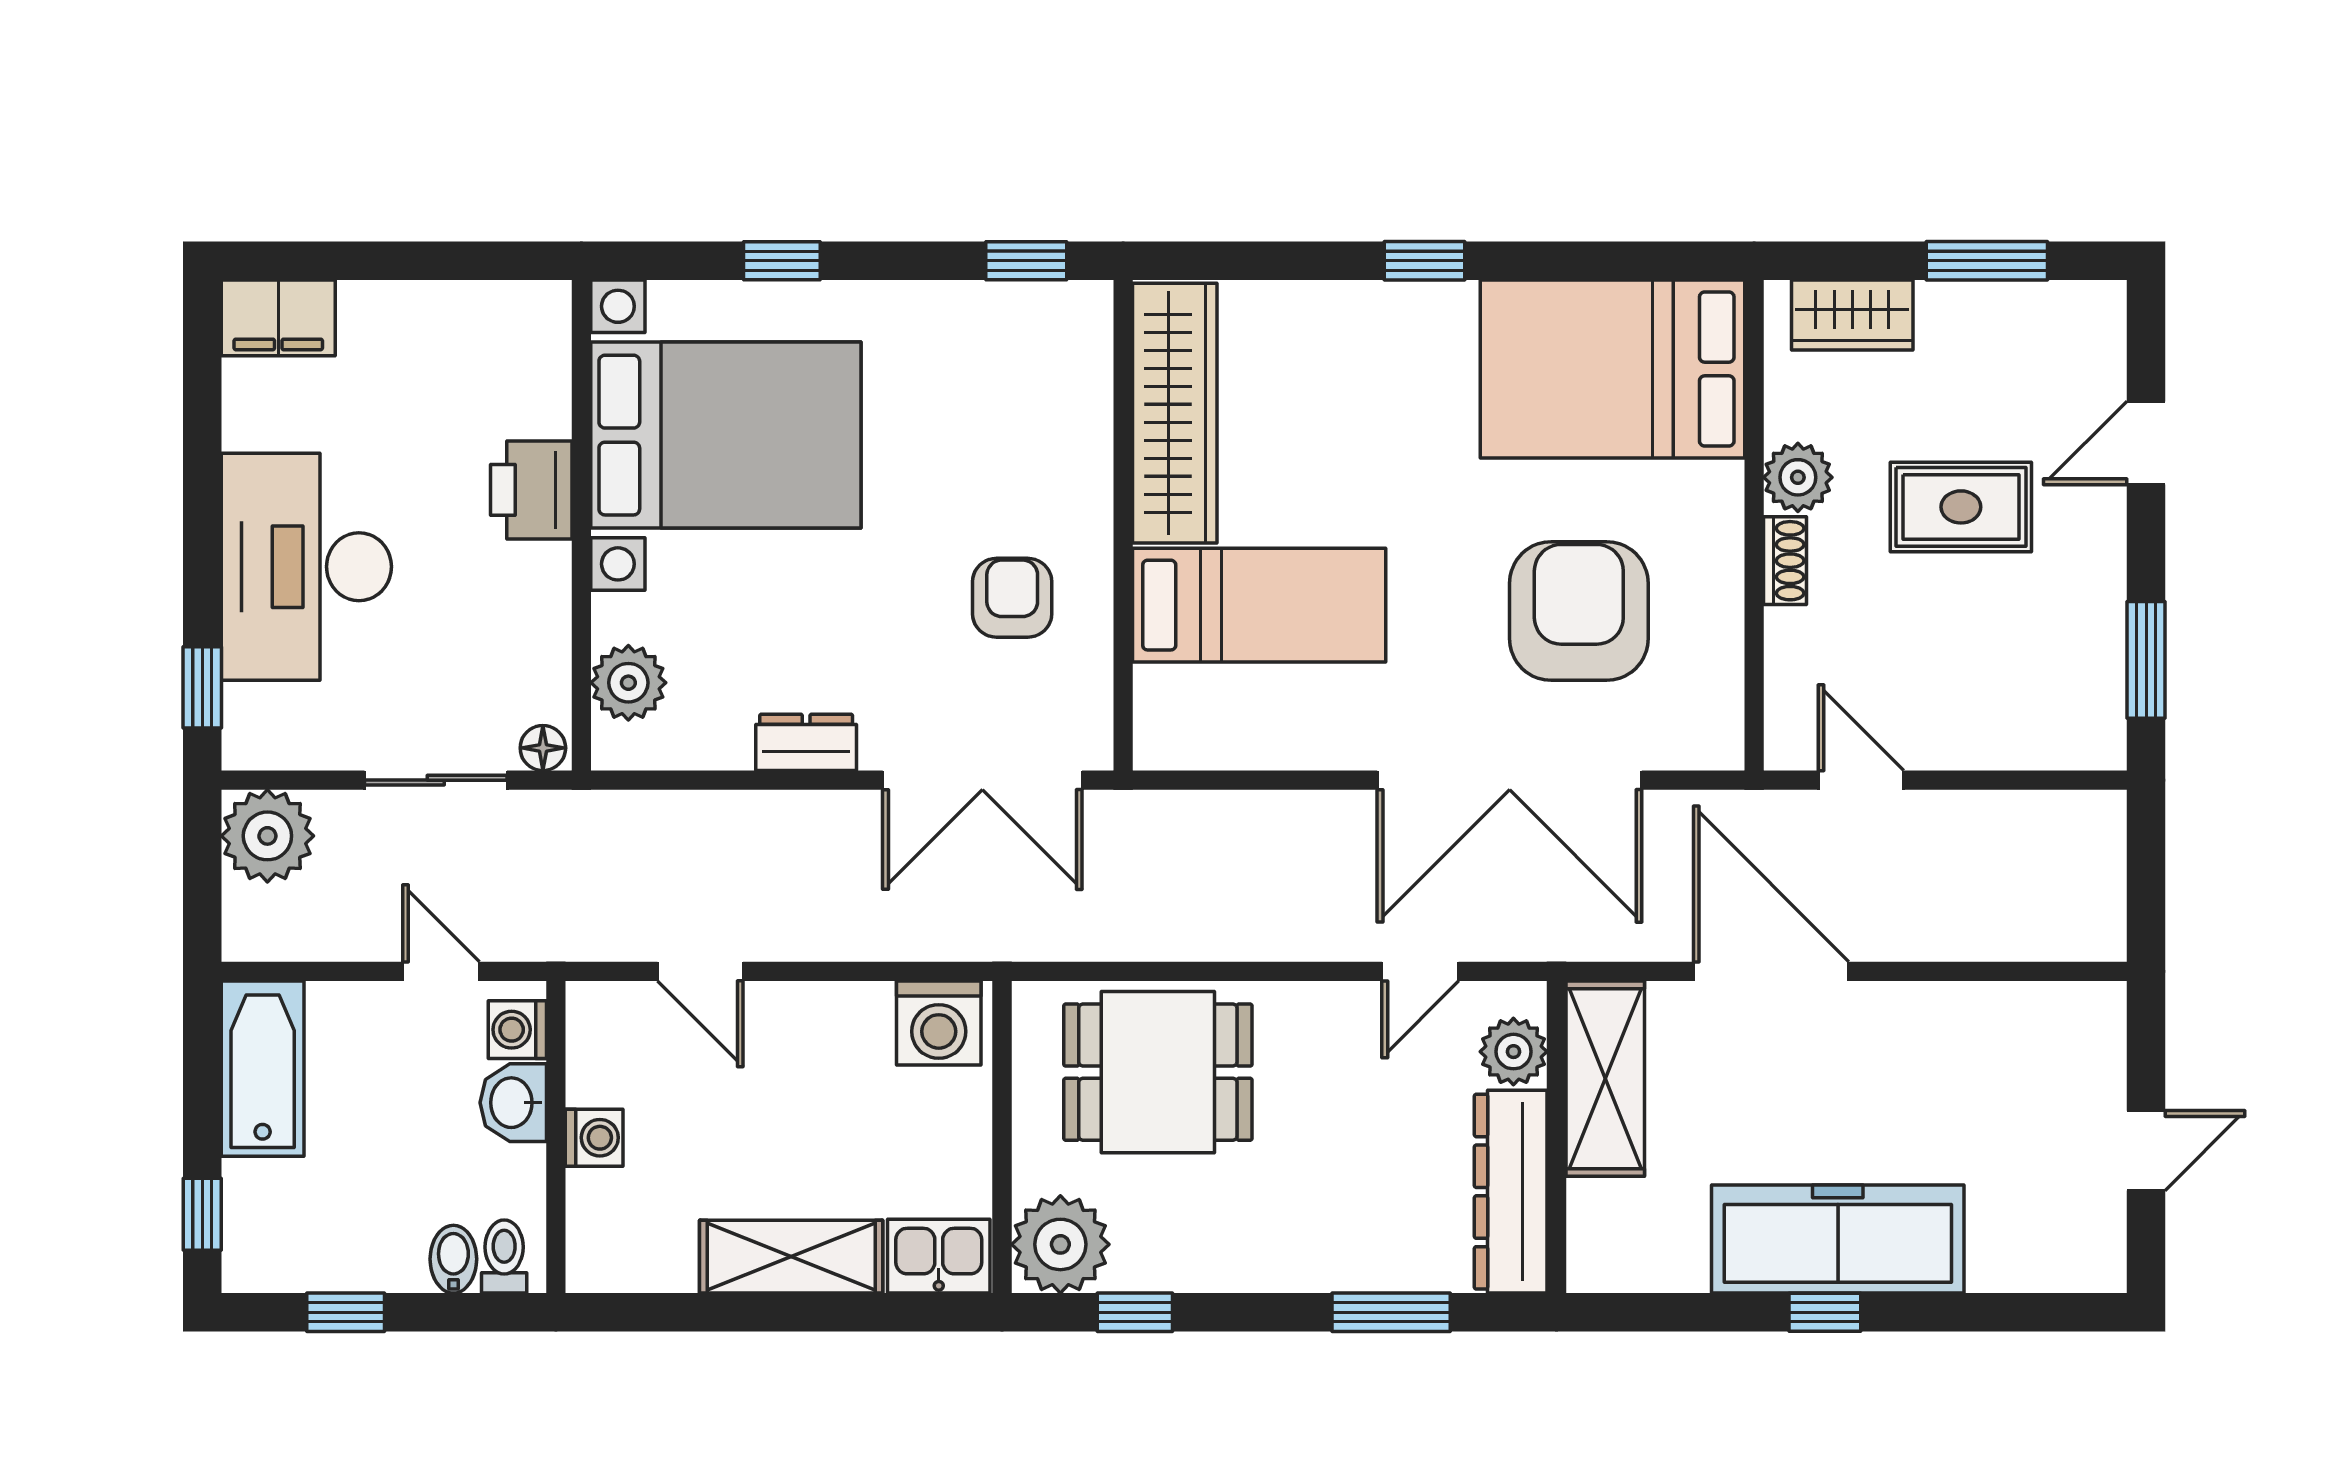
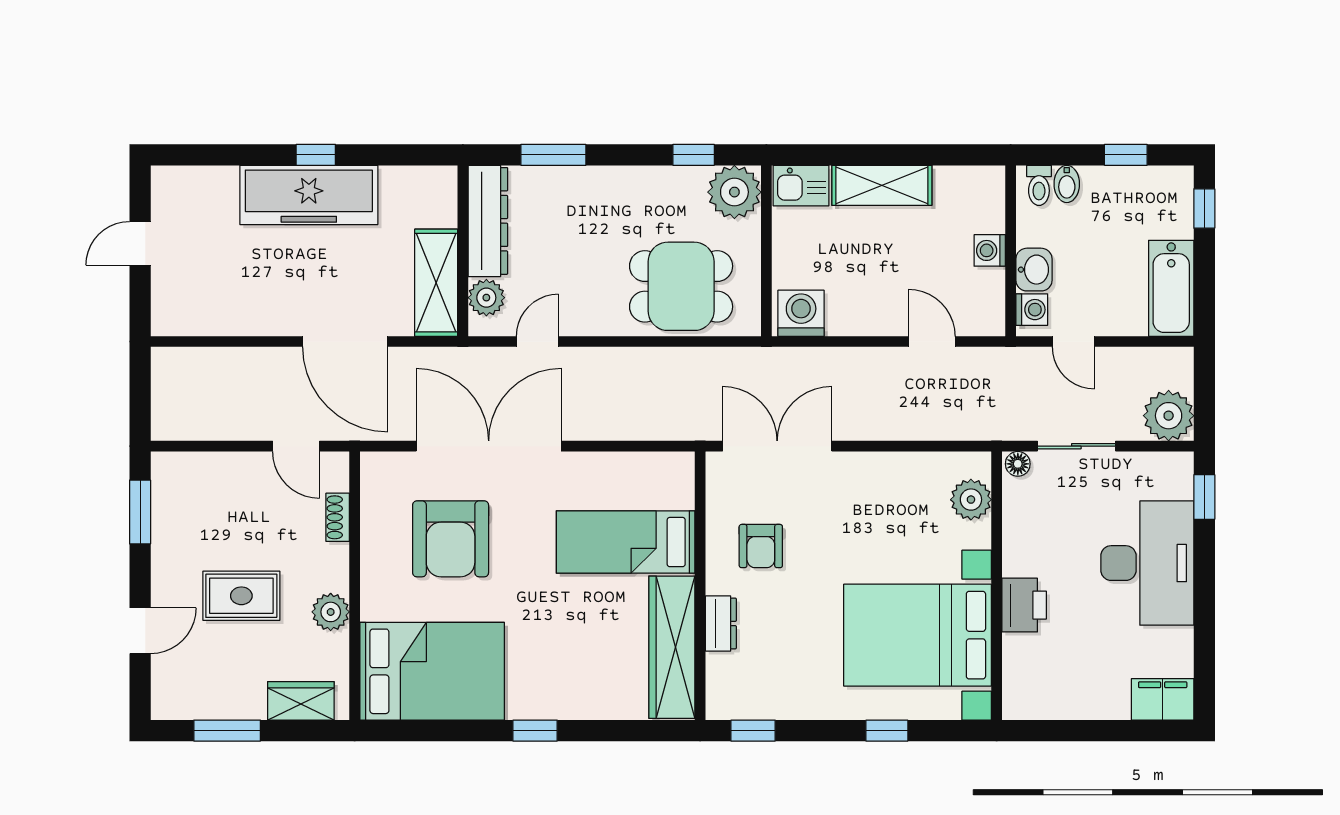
shoe rack: (1785, 561) -> (338, 517), moved
dresser: (806, 742) -> (721, 624), moved, turned -90

